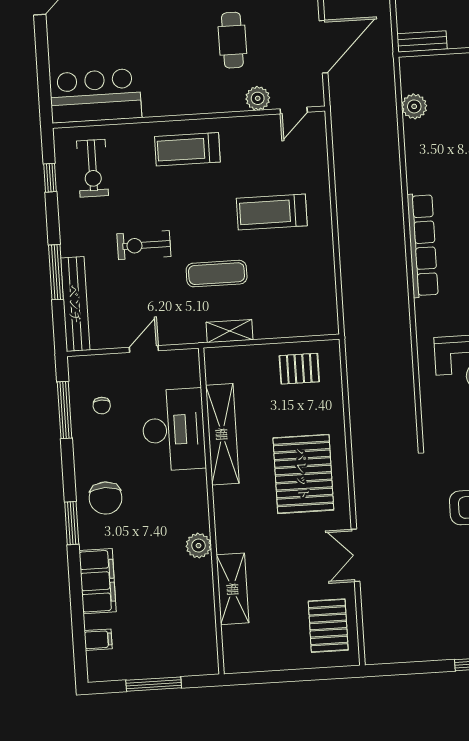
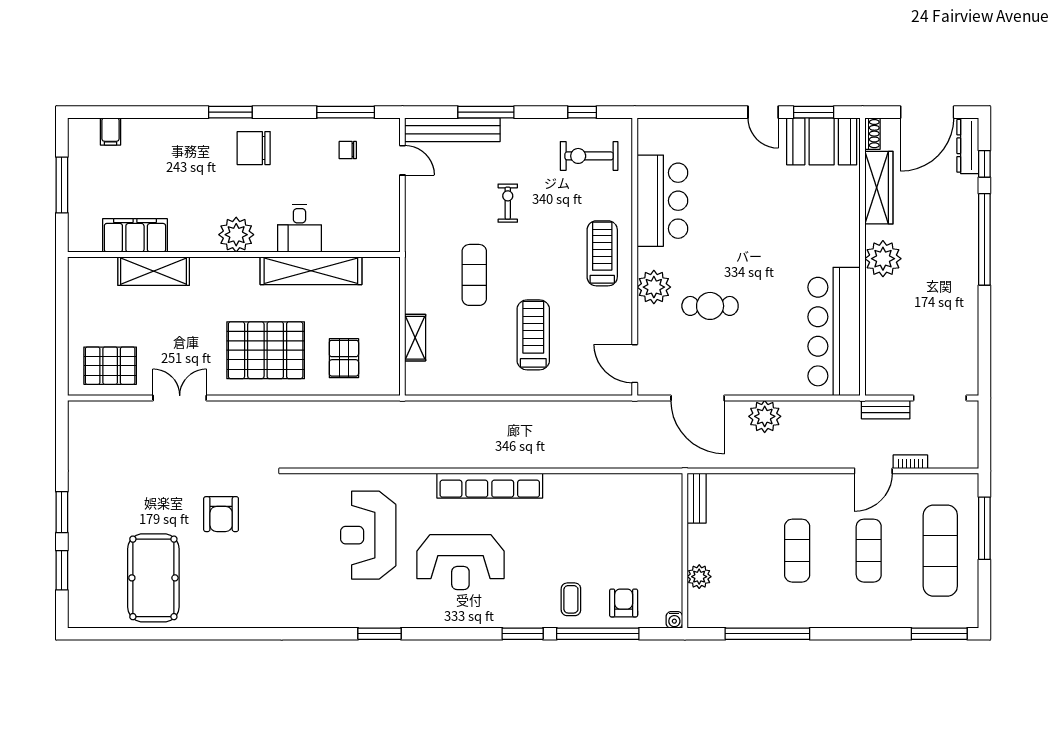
bar counter: (95, 96) -> (662, 201), moved
plant: (258, 98) -> (654, 287), moved, width x1.36, depth x1.36
plant: (414, 106) -> (631, 486), removed
door: (294, 111) -> (635, 364), width x1.38
exercise bike: (144, 245) -> (508, 203), width x0.73, depth x0.72
shelving: (230, 331) -> (415, 338), moved
door: (144, 349) -> (402, 160), moved
pallet: (299, 369) -> (344, 358), moved
desk: (174, 430) -> (299, 229), width x0.53, depth x0.77
plant: (199, 546) -> (236, 235), moved, width x1.36, depth x1.36
filing cabinet: (98, 581) -> (135, 235), moved, turned 180

